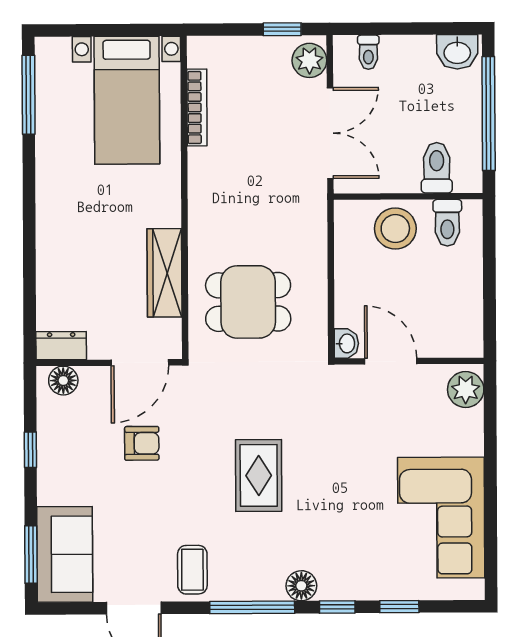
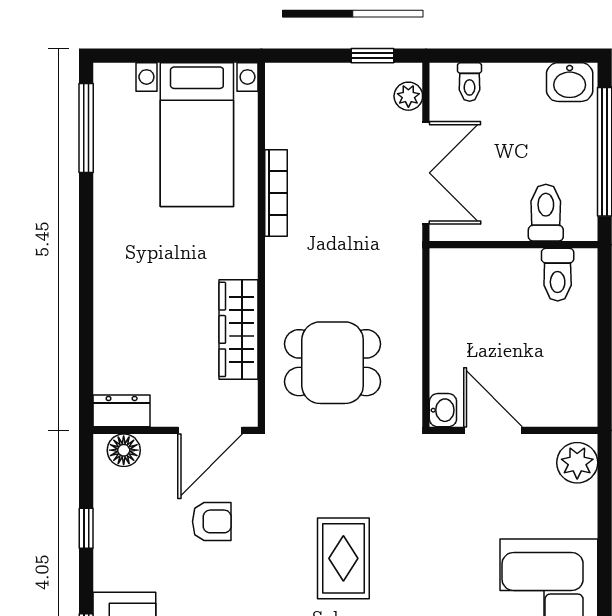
plant: (309, 60) -> (408, 96), width x0.73, depth x0.73
bookcase: (197, 108) -> (276, 193), moved
stool: (395, 229) -> (499, 281), removed

